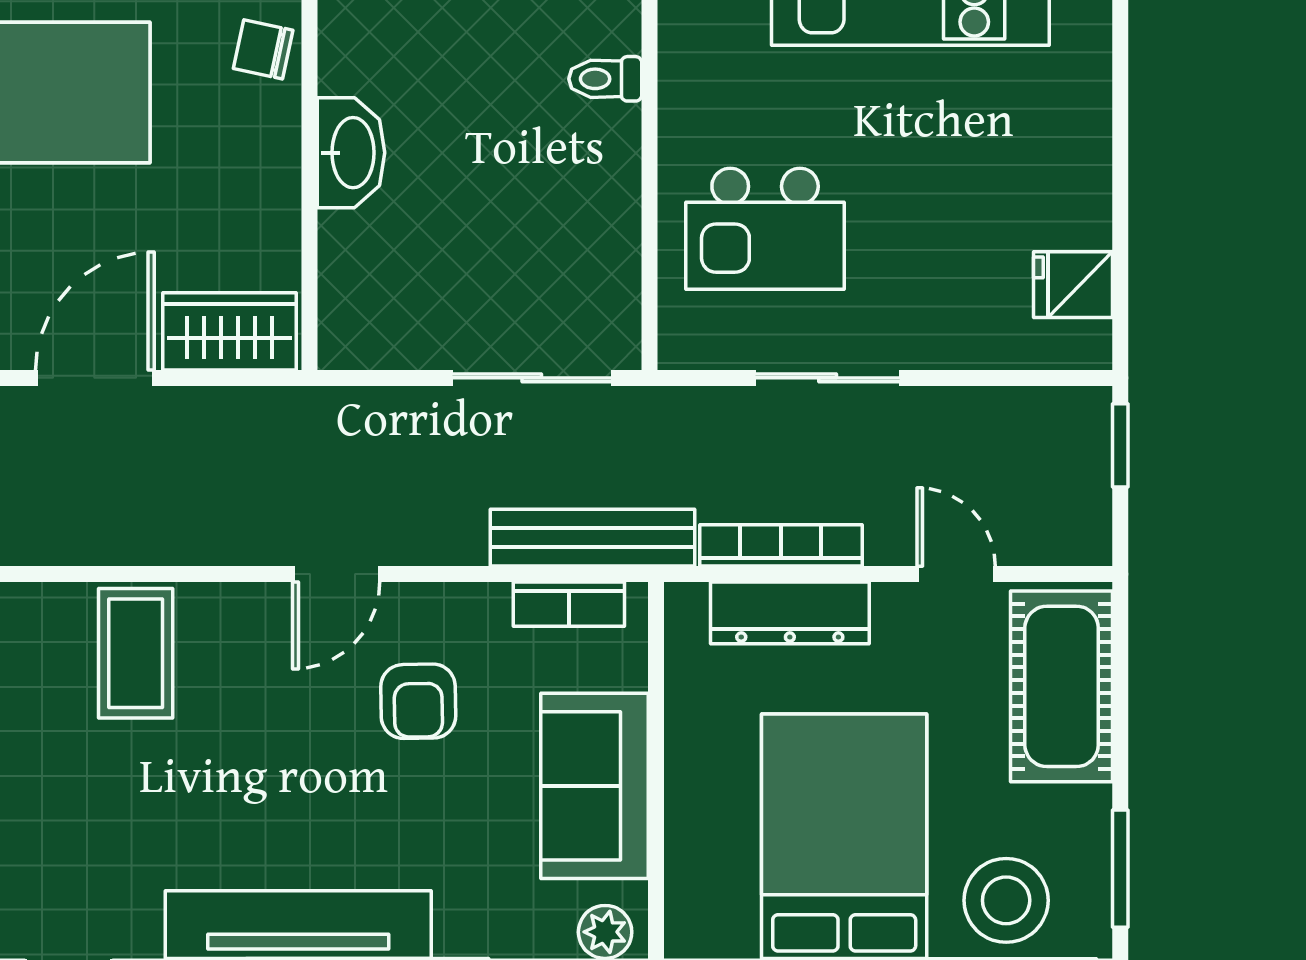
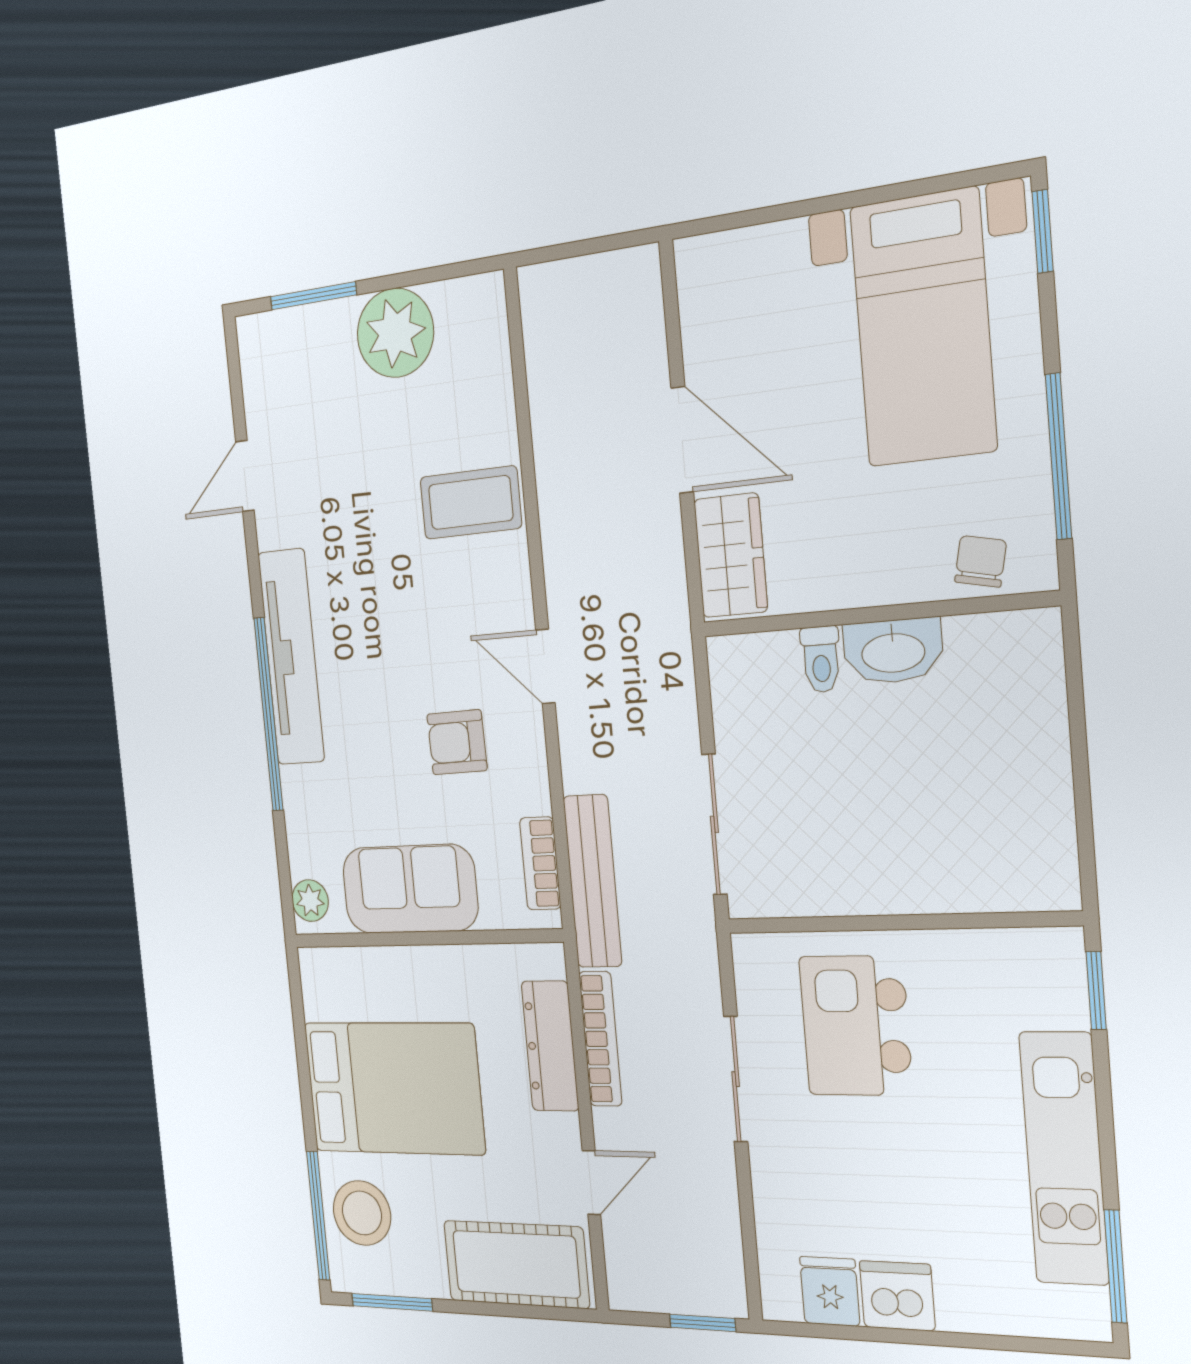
toilet: (605, 79) -> (821, 659), moved, turned 180
dishwasher: (1074, 205) -> (897, 1296), added

